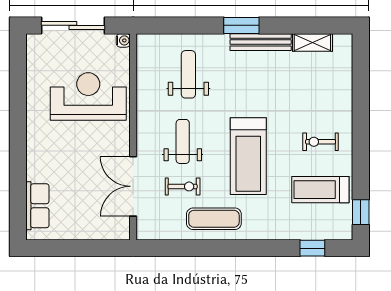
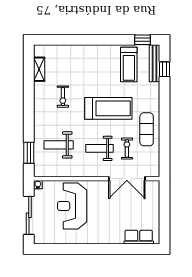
window: (241, 25) -> (29, 153), moved
bench: (261, 42) -> (154, 63), moved
exercise bike: (321, 142) -> (63, 97), moved

